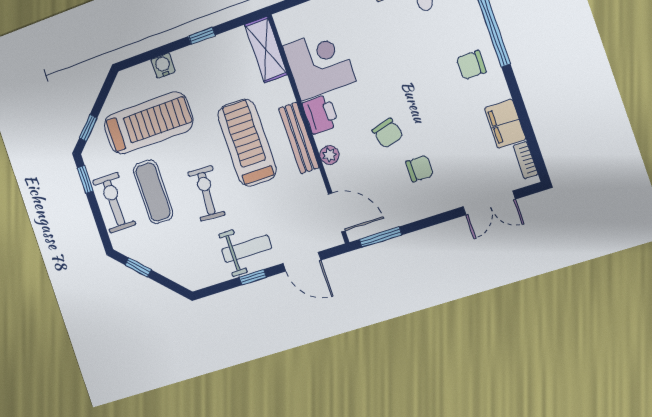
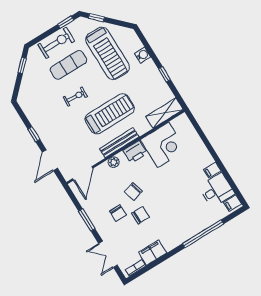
chair: (471, 65) -> (141, 215), moved, turned 90
exercise bike: (206, 193) -> (75, 97), width x0.73, depth x0.72
window: (381, 237) -> (87, 220), moved
weight bench: (247, 249) -> (49, 127), removed

